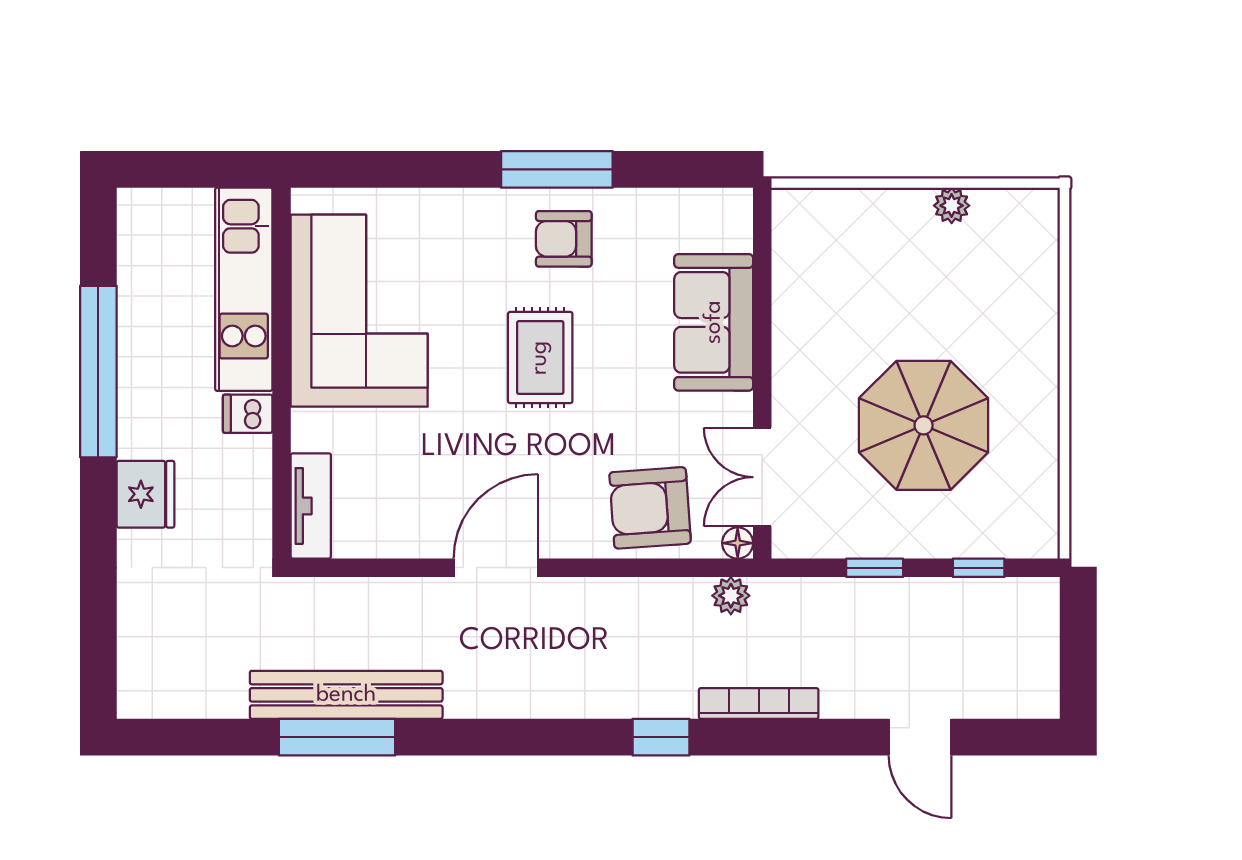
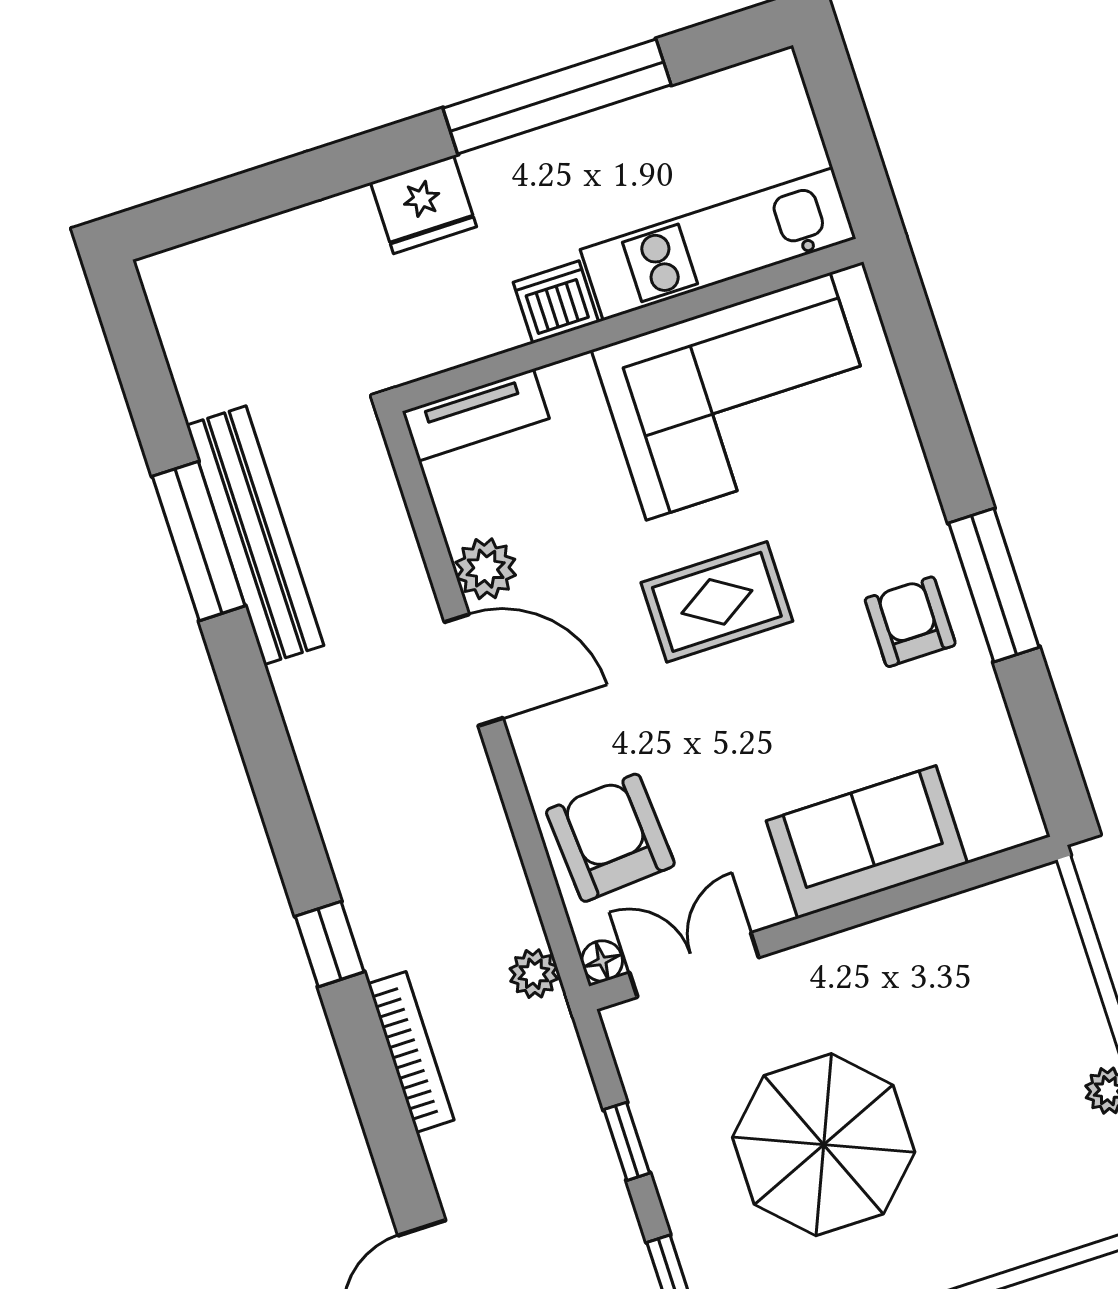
rug: (540, 358) -> (717, 602), moved
dishwasher: (248, 414) -> (556, 302), width x1.38
plant: (425, 535) -> (486, 569), added

